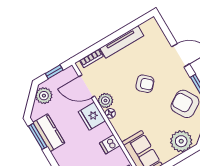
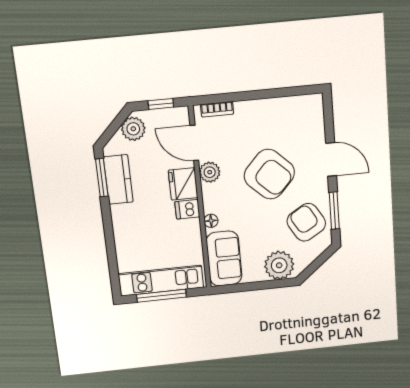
tv unit: (122, 42) -> (266, 107), removed
armchair: (145, 84) -> (269, 174), width x1.88, depth x1.88
floor lamp: (110, 113) -> (211, 221), moved
dishwasher: (110, 144) -> (187, 209), moved

